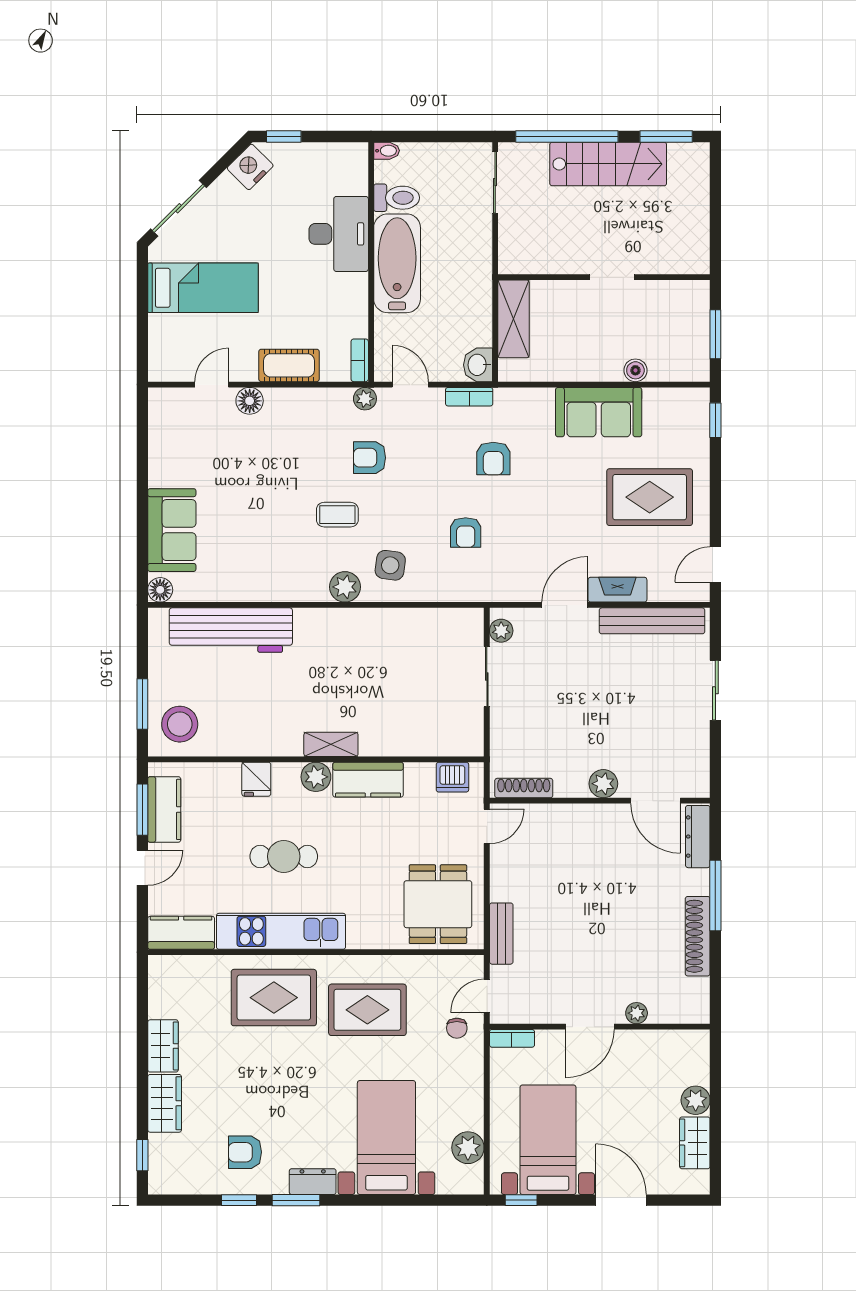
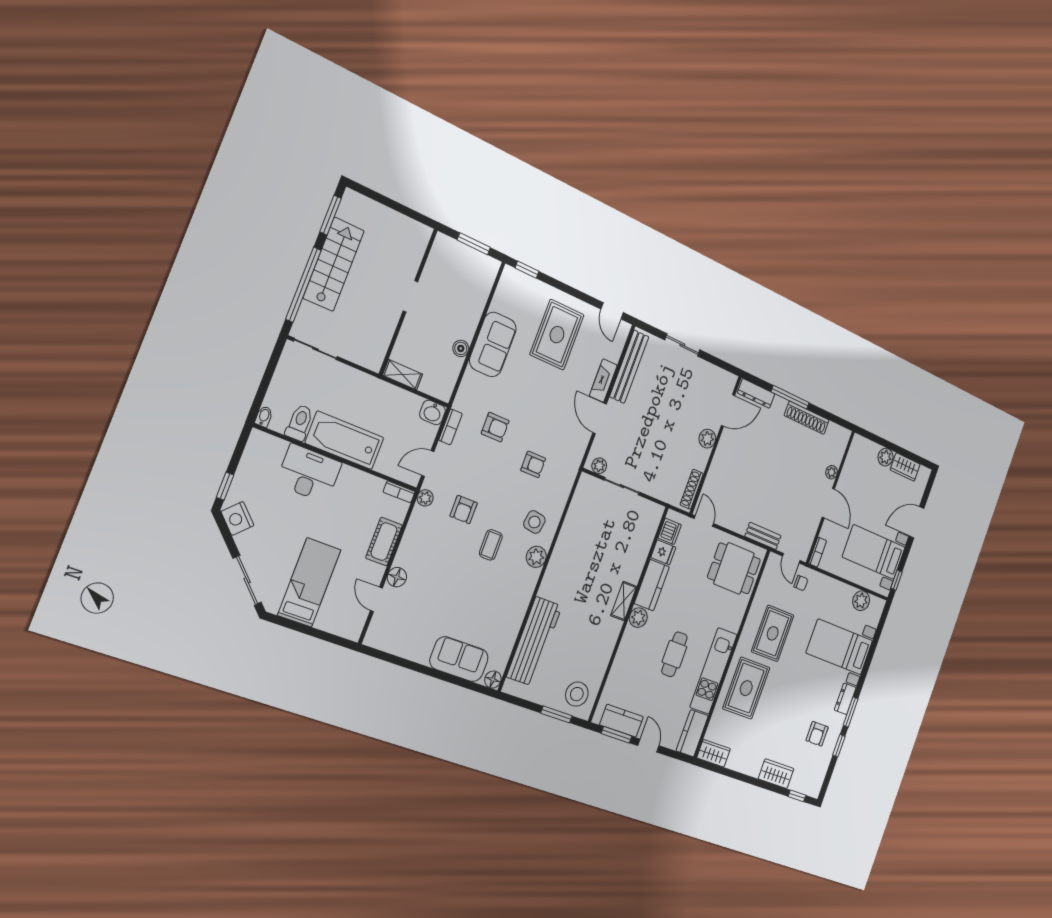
shelving: (513, 319) -> (402, 375), width x0.67, depth x0.75
boiler: (635, 370) -> (461, 348), moved
fridge: (256, 779) -> (663, 552), moved
wardrobe: (163, 1046) -> (714, 753), moved

